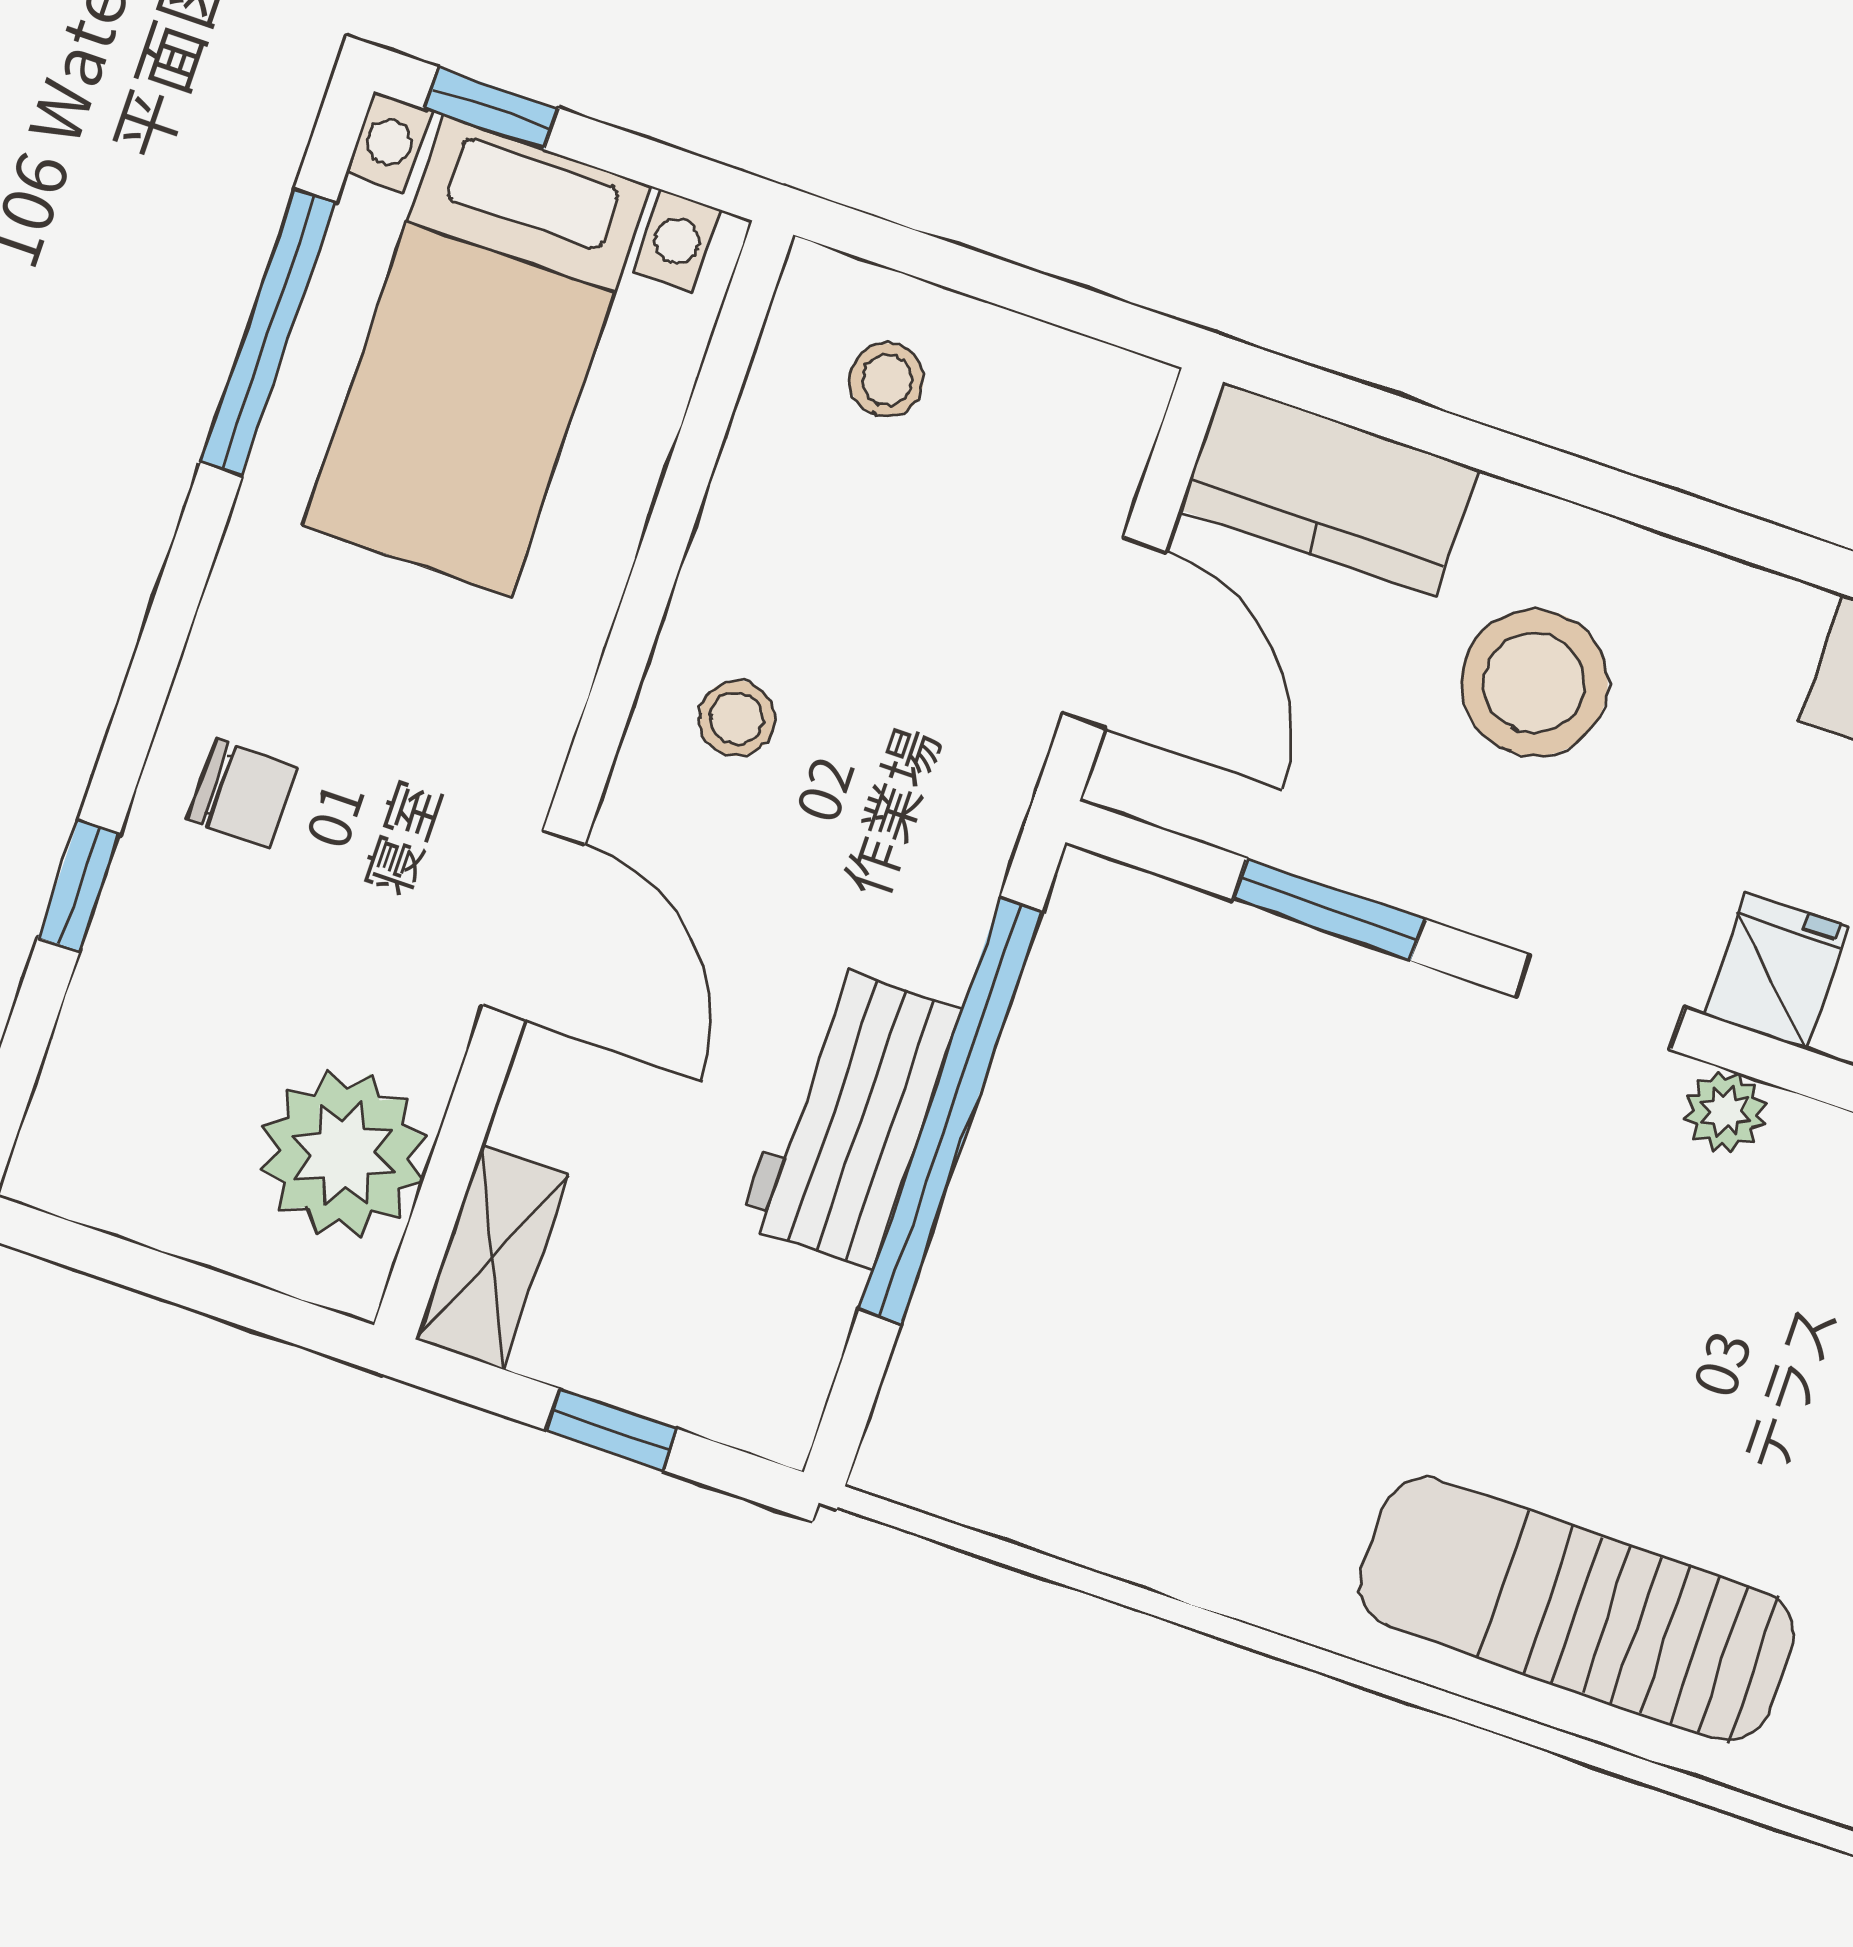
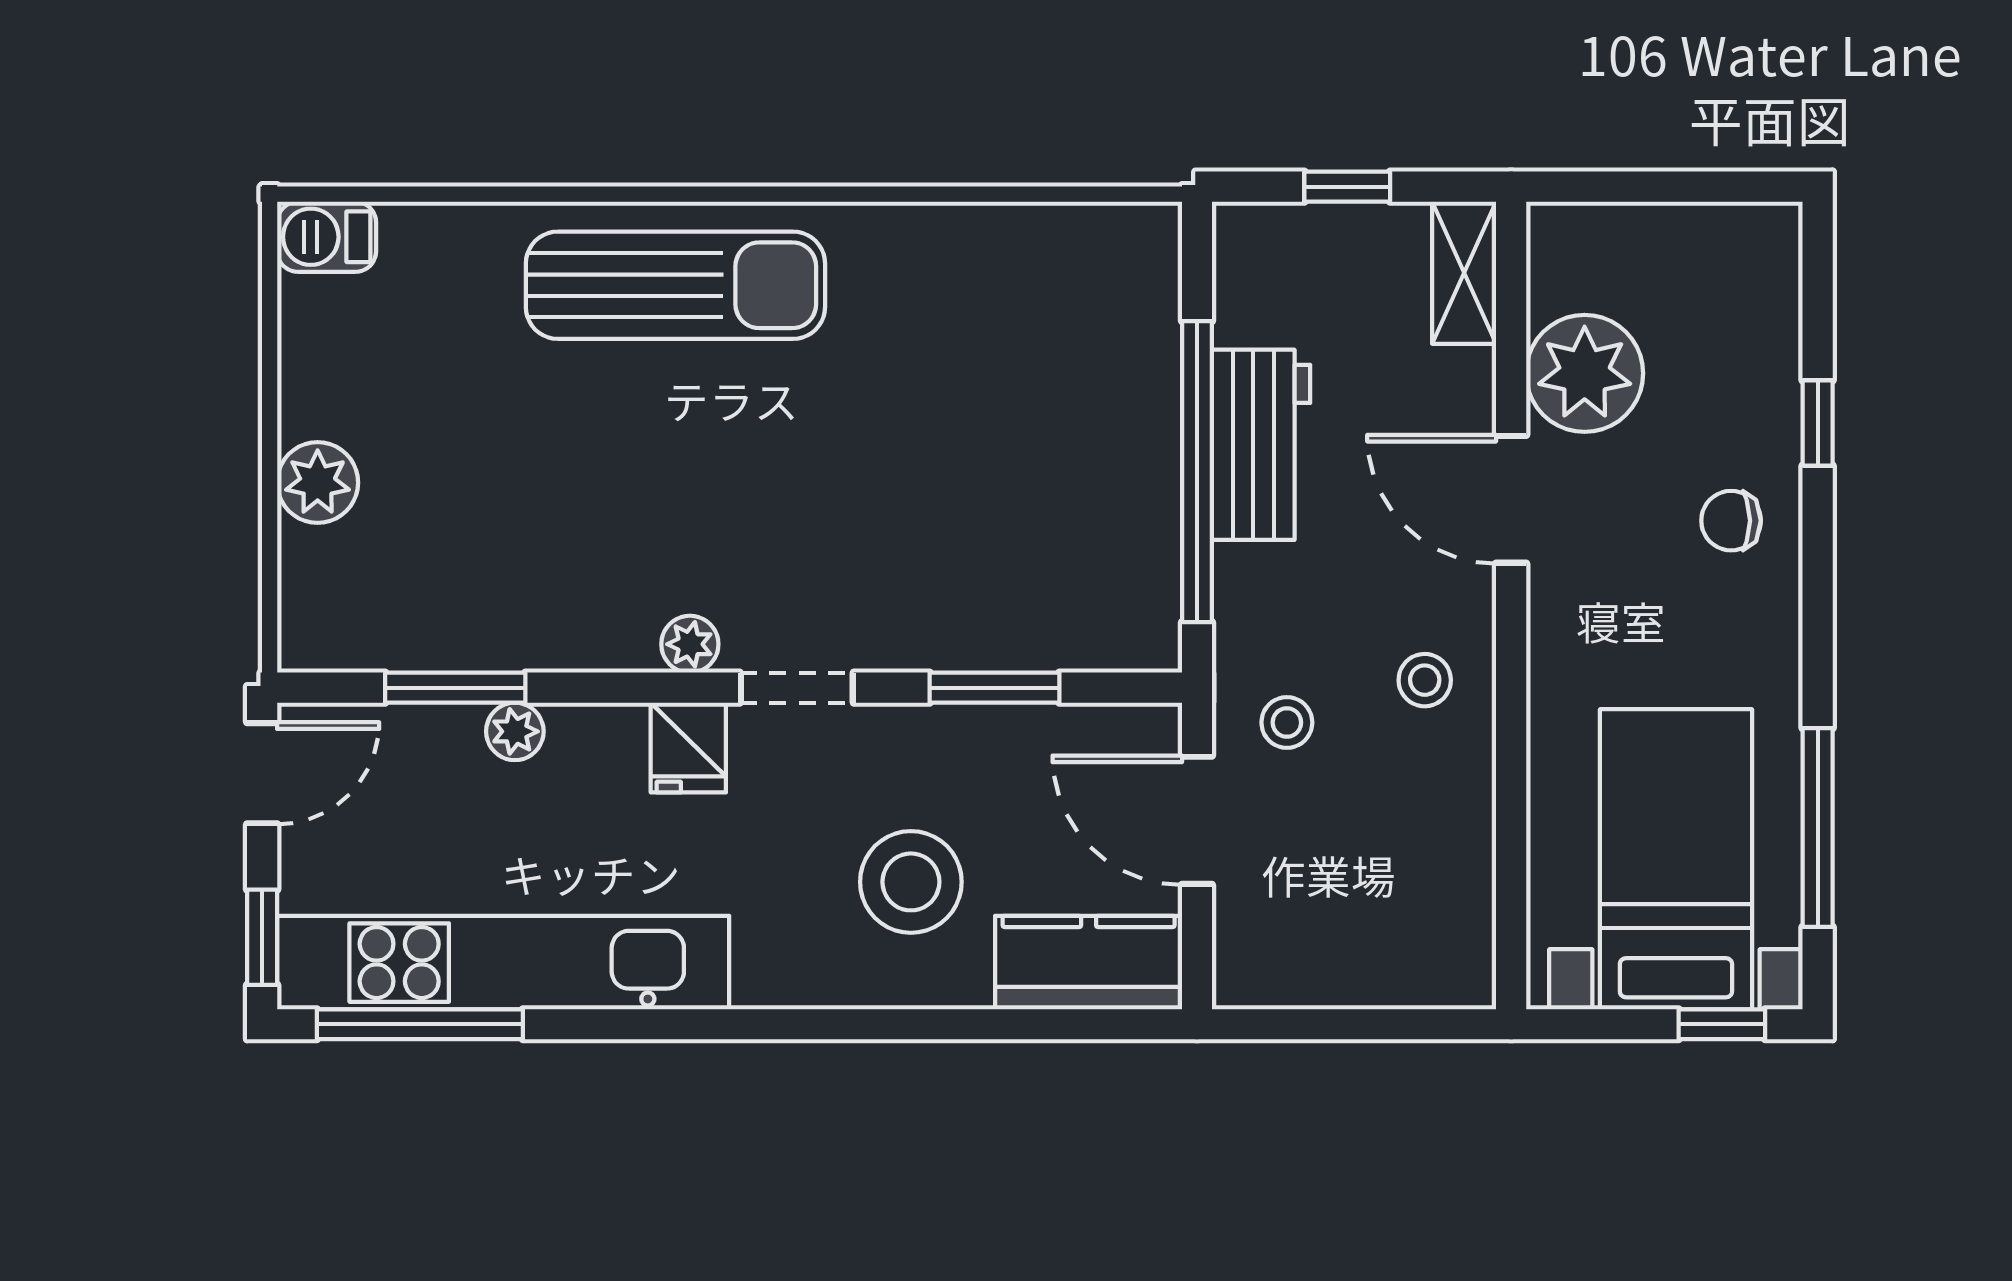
stool: (887, 380) -> (1287, 723), moved
plant: (343, 1154) -> (1585, 373), moved

